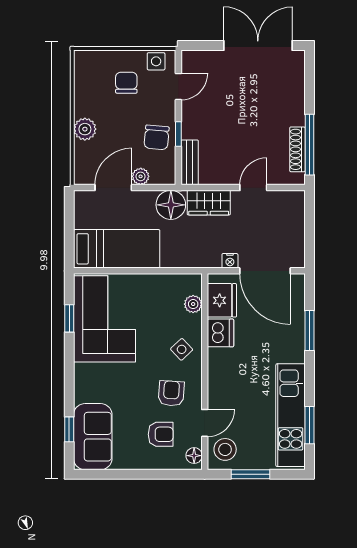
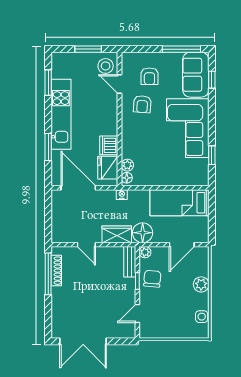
side table: (156, 61) -> (202, 317), moved
chair: (126, 83) -> (173, 316), removed
plant: (141, 176) -> (145, 252), moved
door: (253, 188) -> (86, 245), hinge flipped
nightstand: (230, 261) -> (122, 195), moved
corner sofa: (104, 319) -> (188, 128), moved
side table: (182, 349) -> (135, 134), removed
kitchen unit: (291, 415) -> (61, 114), moved
door: (205, 423) -> (119, 84), hinge flipped
armchair: (161, 434) -> (149, 76), turned -90
floor lamp: (194, 456) -> (127, 178), moved
window: (114, 474) -> (181, 49), added

